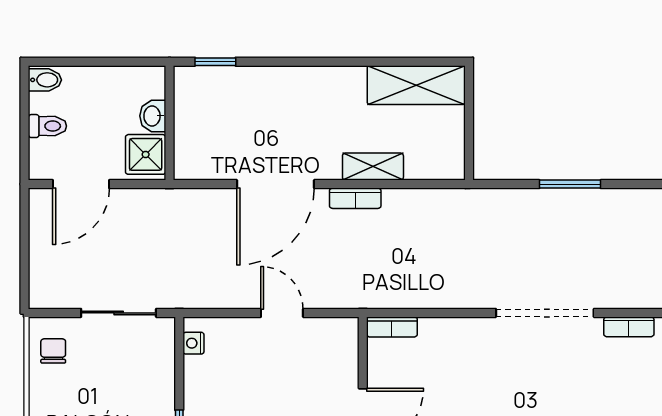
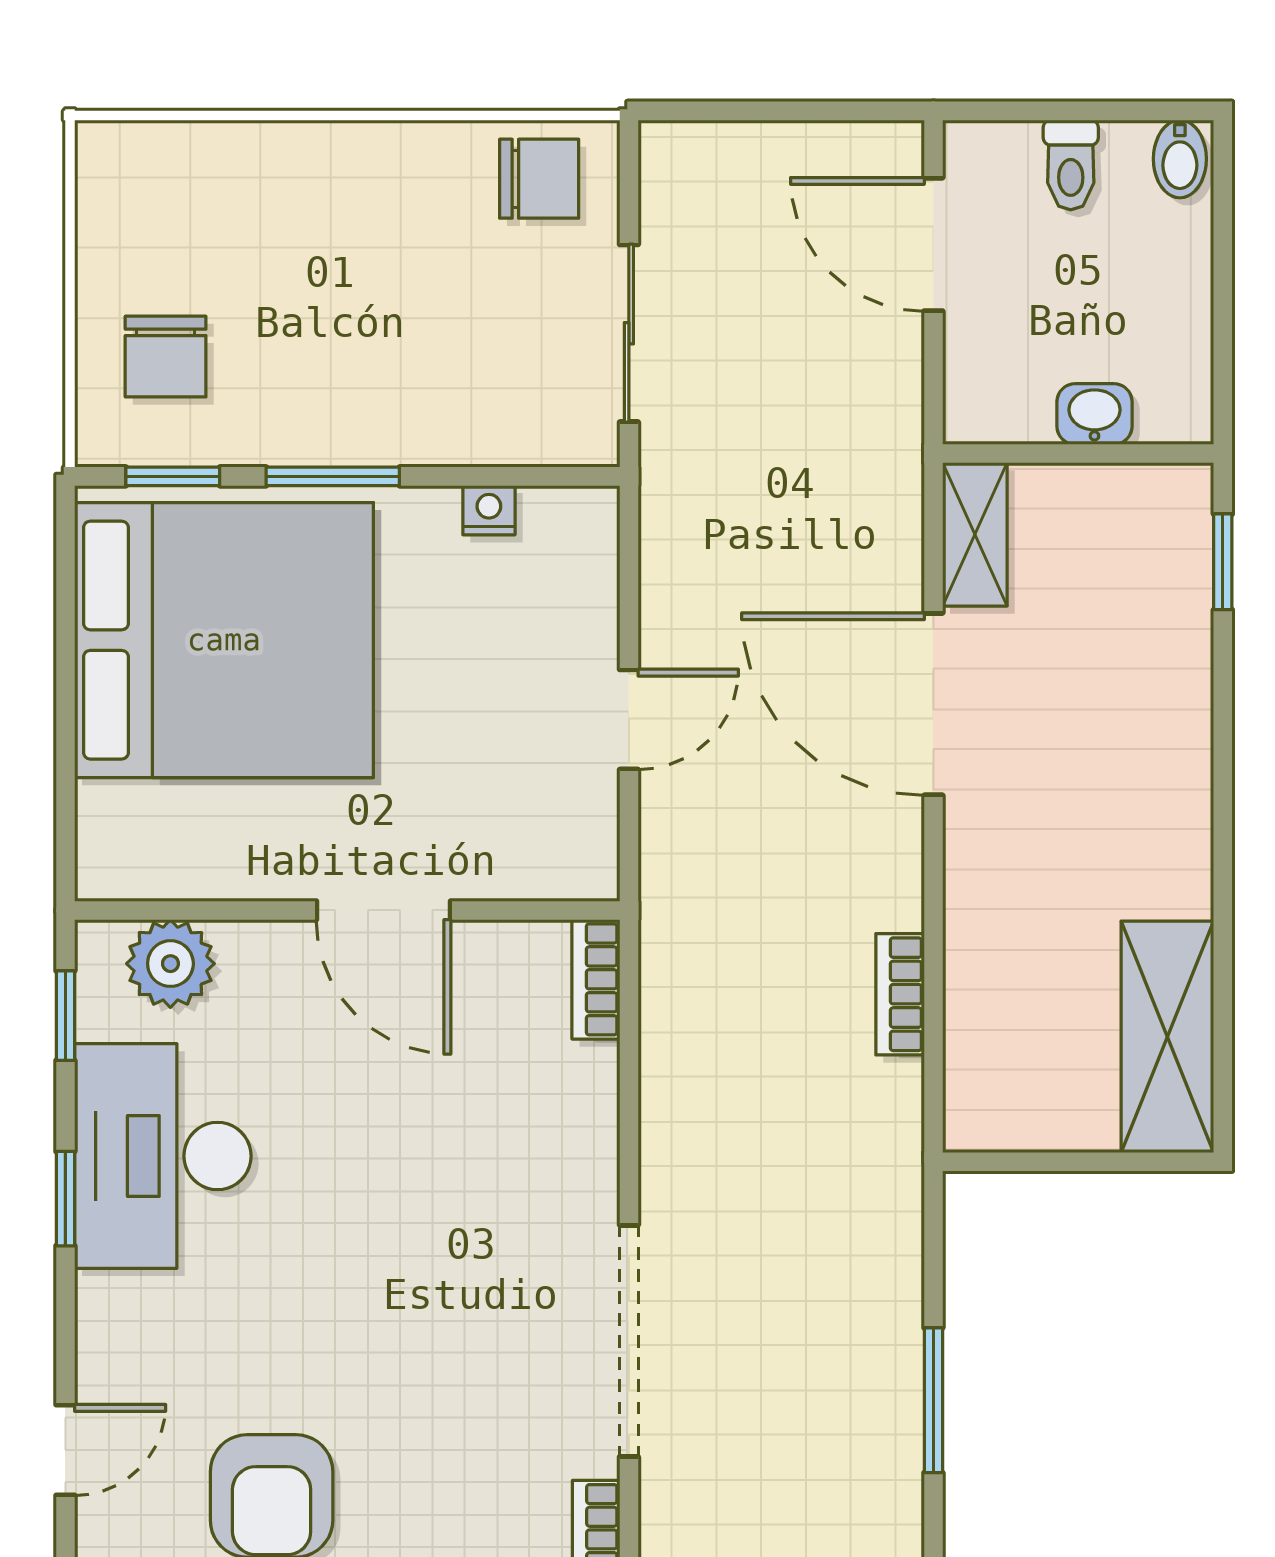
shower: (146, 154) -> (1004, 397), removed
shelving: (373, 167) -> (975, 534), moved
bookcase: (355, 198) -> (900, 994), moved
nightstand: (193, 343) -> (489, 510), moved
chair: (53, 351) -> (539, 179), width x1.37, depth x1.37

